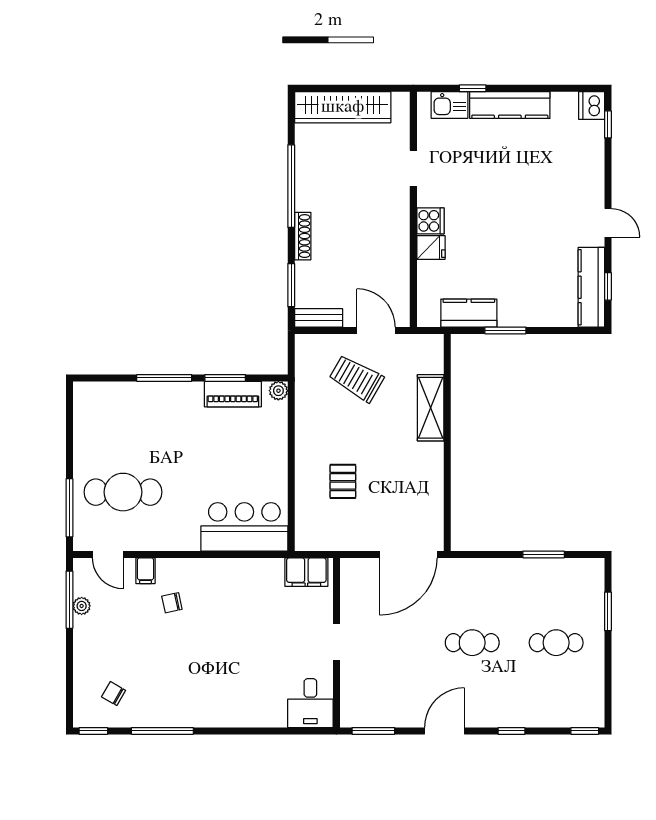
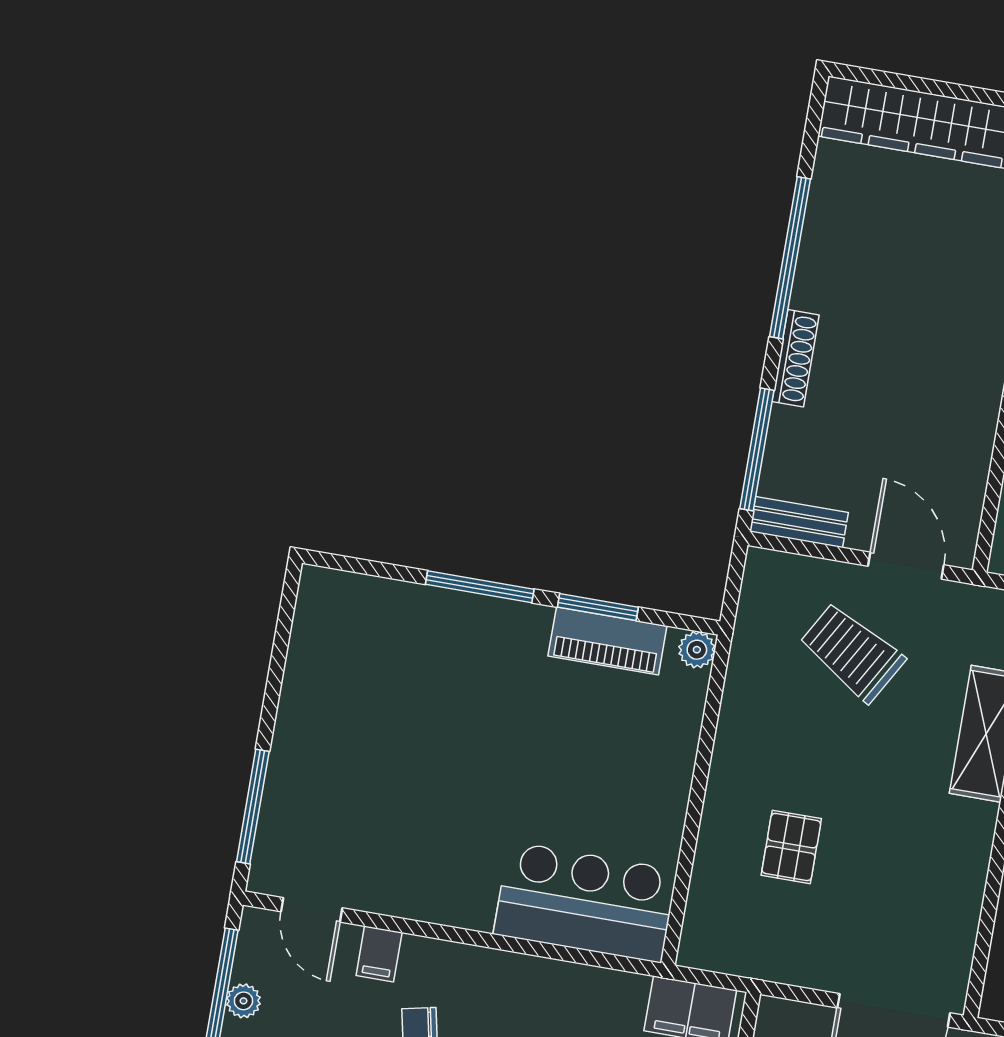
window: (291, 285) -> (757, 449), width x1.44
cafe table: (123, 492) -> (362, 794), removed

